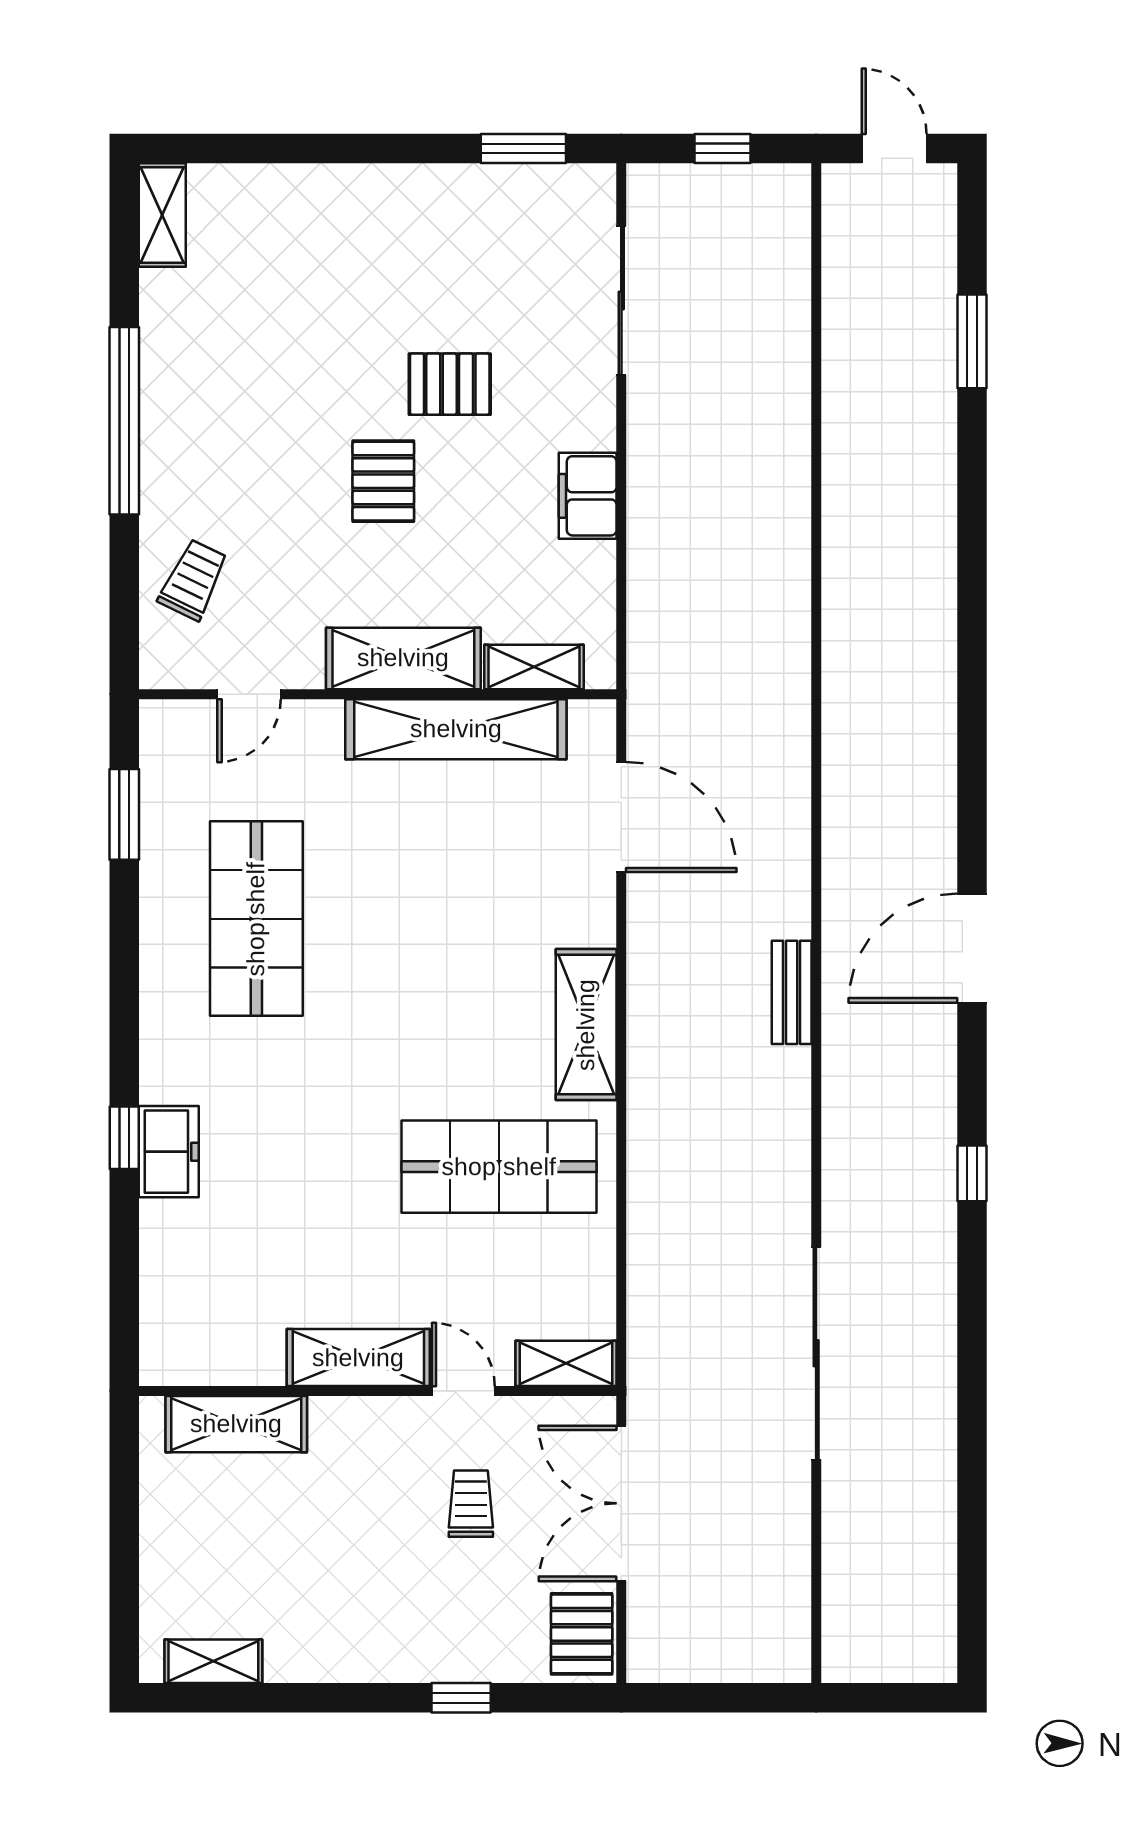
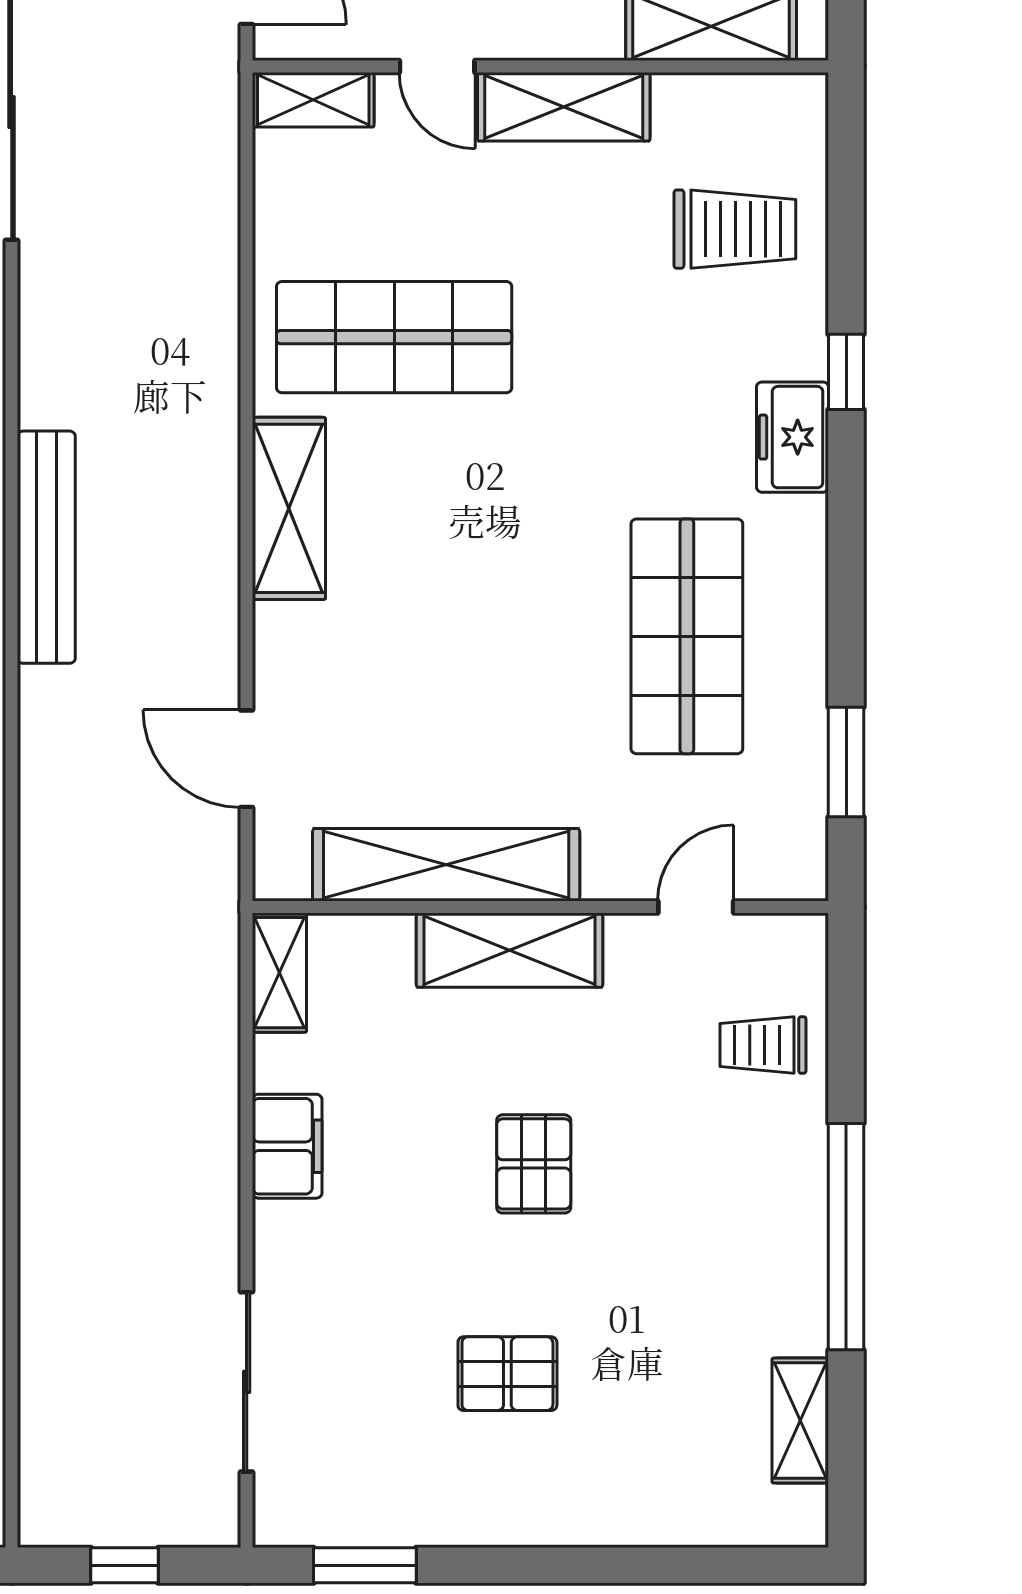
shelving: (162, 215) -> (800, 1421), moved
pallet: (450, 384) -> (507, 1374), moved
trolley: (193, 580) -> (763, 1045), turned 64
shelving: (534, 667) -> (279, 973), moved, turned 90
door: (621, 817) -> (247, 759), width x0.73
bench: (792, 992) -> (46, 547), width x1.86, depth x1.21
freezer: (169, 1152) -> (793, 437), moved
trolley: (217, 1256) -> (735, 229), added

